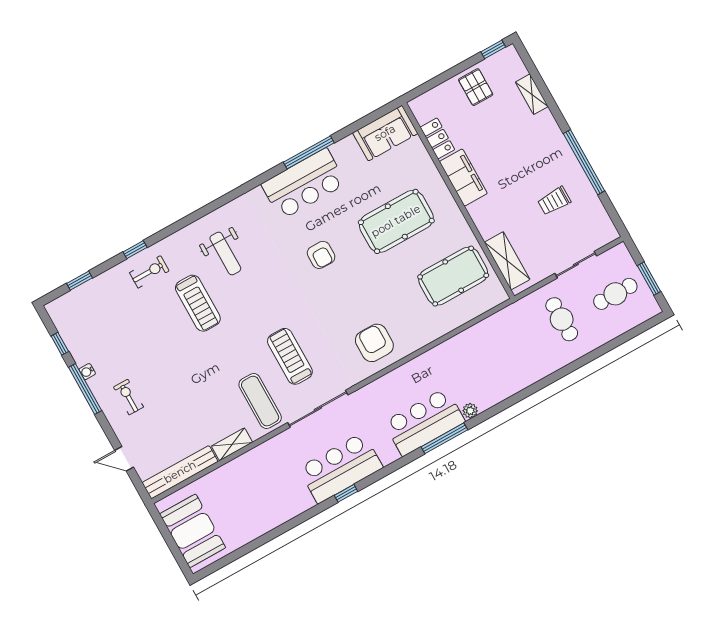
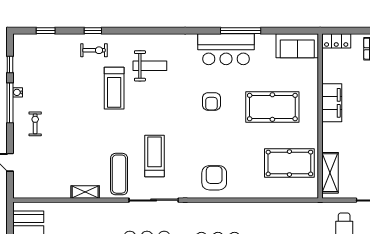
locker: (437, 138) -> (336, 41), moved, turned 90
weight bench: (225, 253) -> (150, 66), turned -90
bench: (180, 472) -> (41, 191), removed

